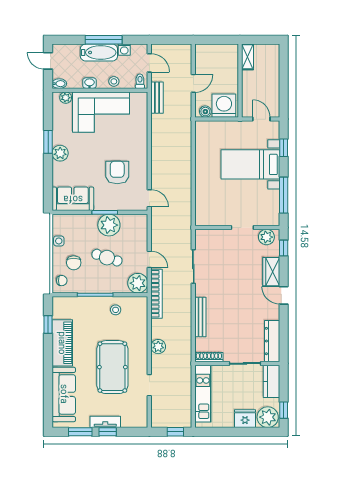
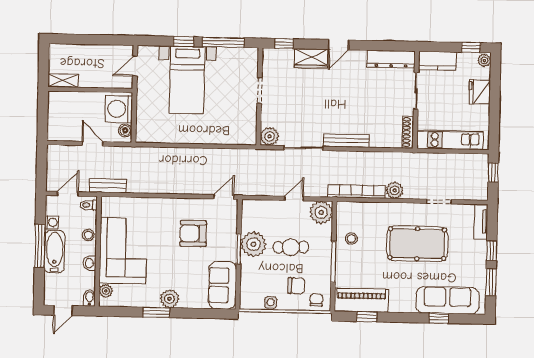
window: (284, 148) -> (184, 41), moved
plant: (266, 237) -> (270, 136), moved
cafe table: (107, 258) -> (291, 247), turned 70
bookcase: (157, 294) -> (357, 191), moved
bench: (200, 317) -> (346, 141), moved
piano: (62, 343) -> (361, 300), moved
window: (48, 387) -> (439, 318), added
plant: (268, 417) -> (484, 60), width x0.53, depth x0.53
tv unit: (105, 422) -> (481, 222), moved

